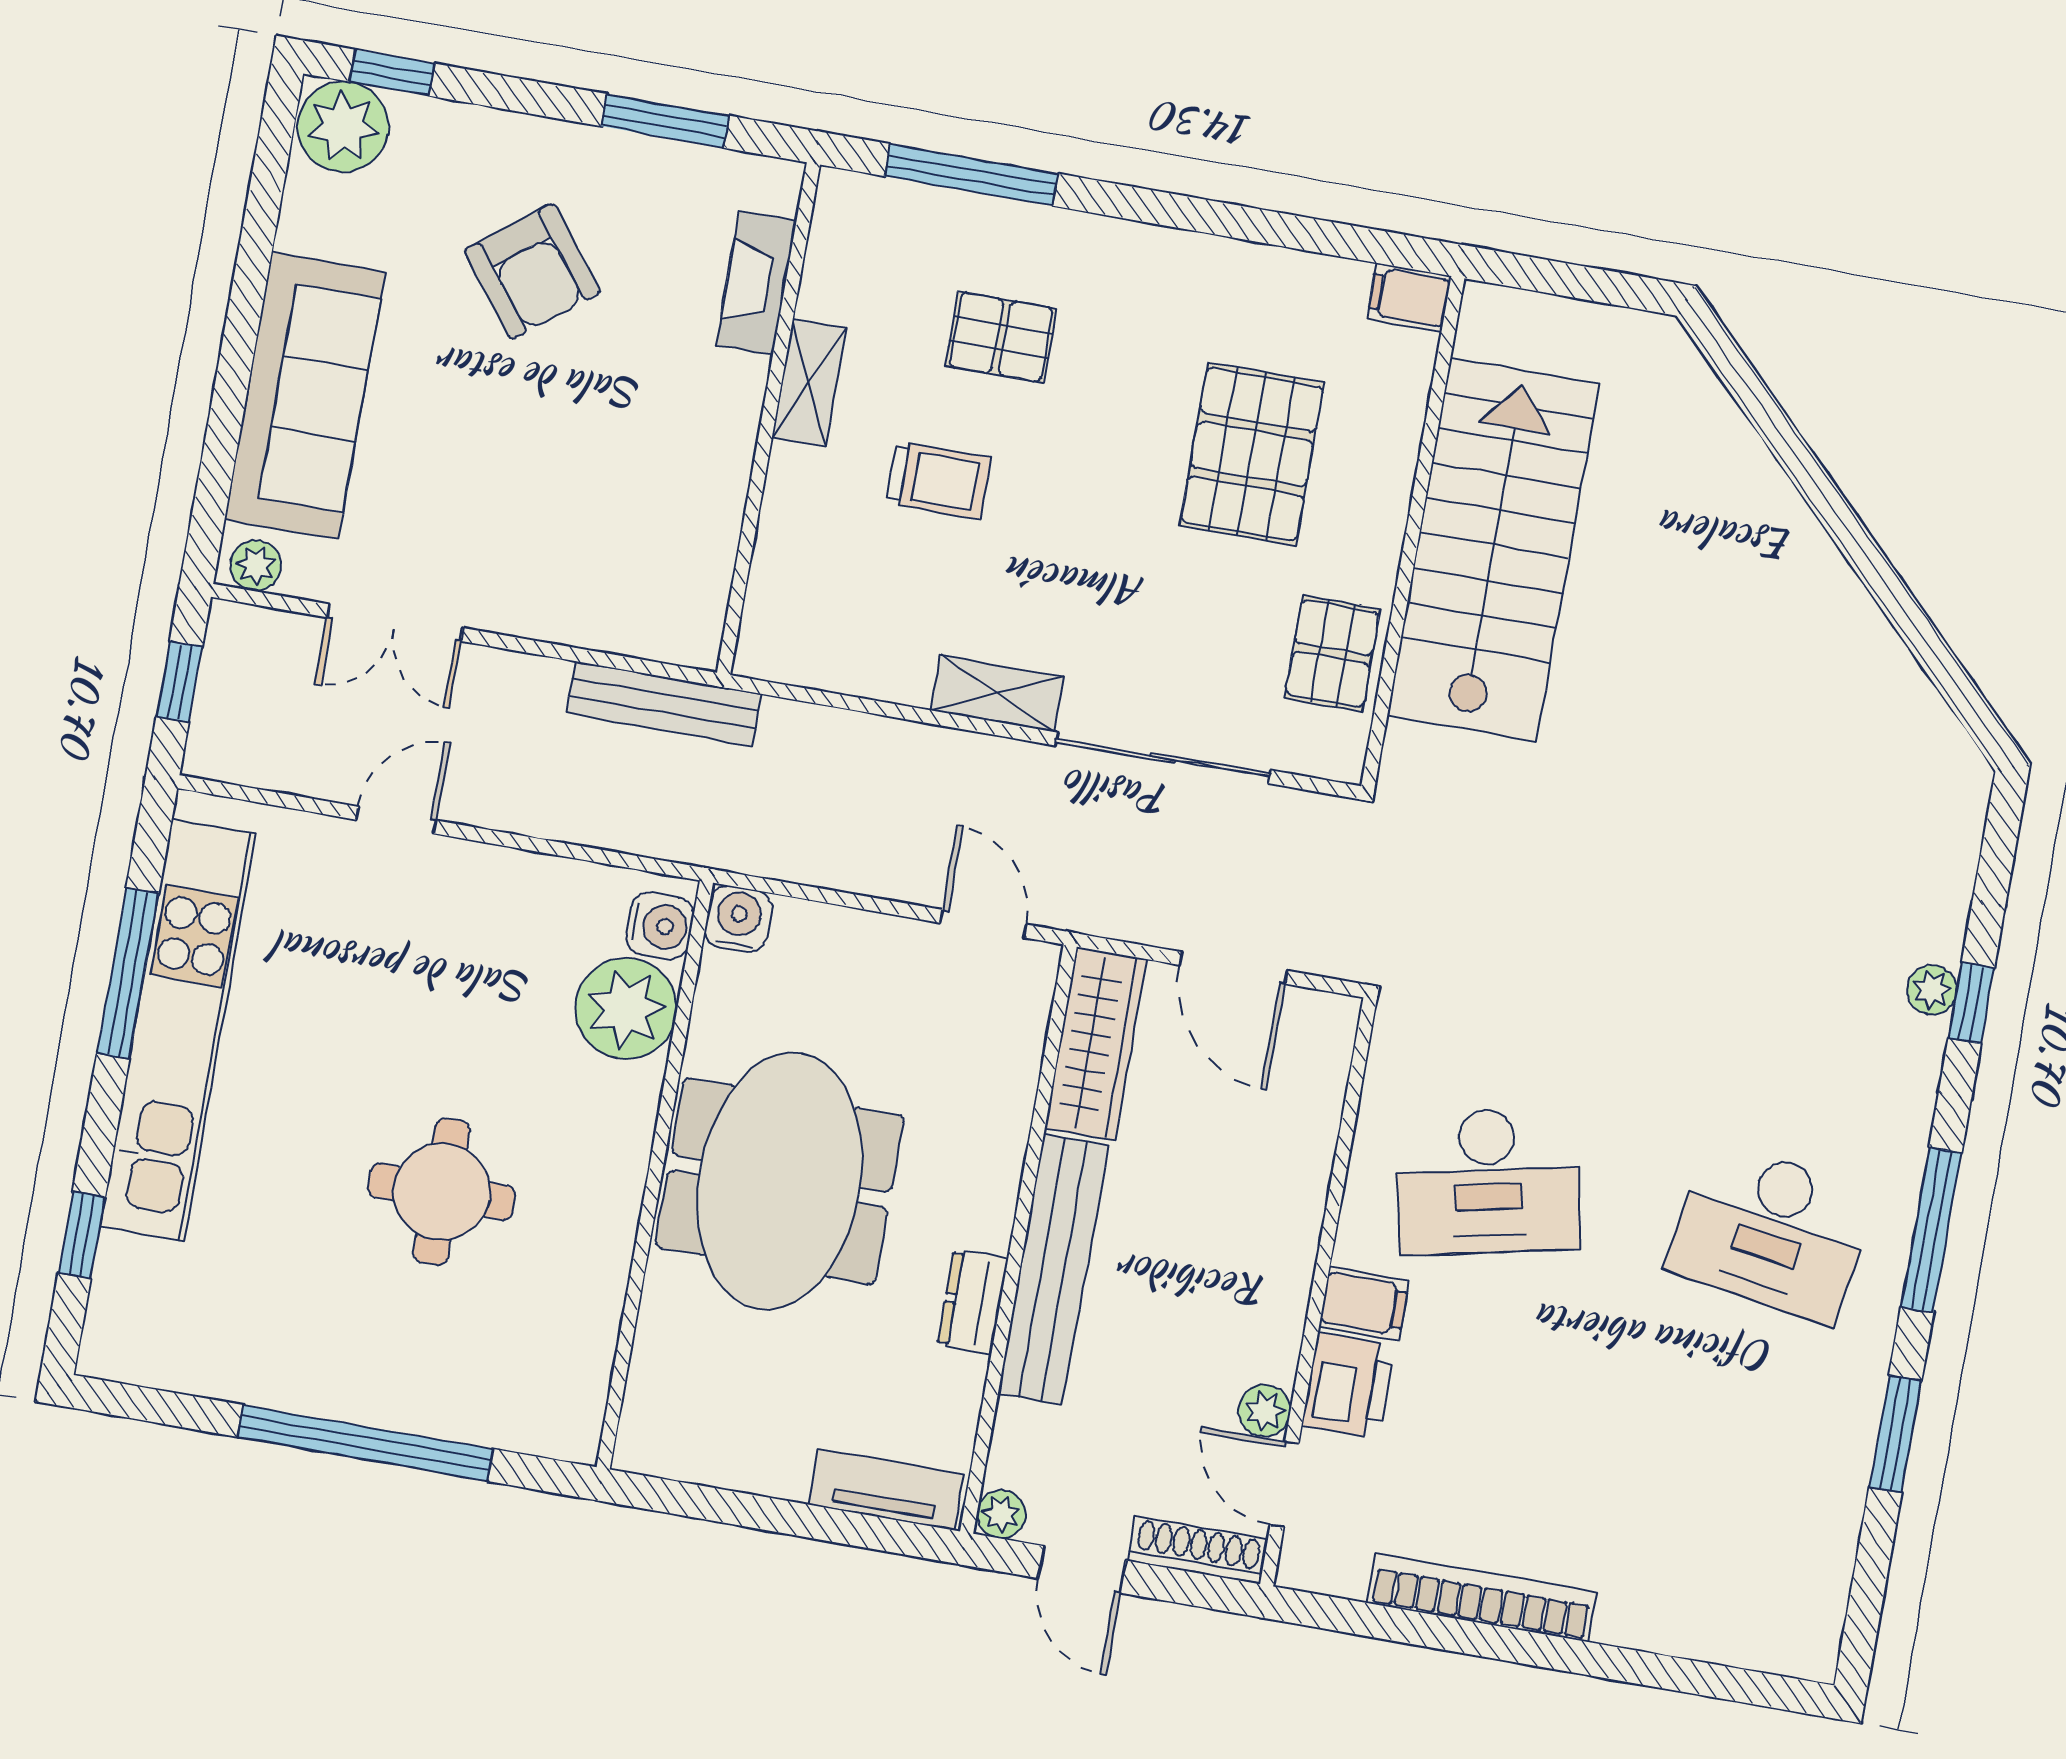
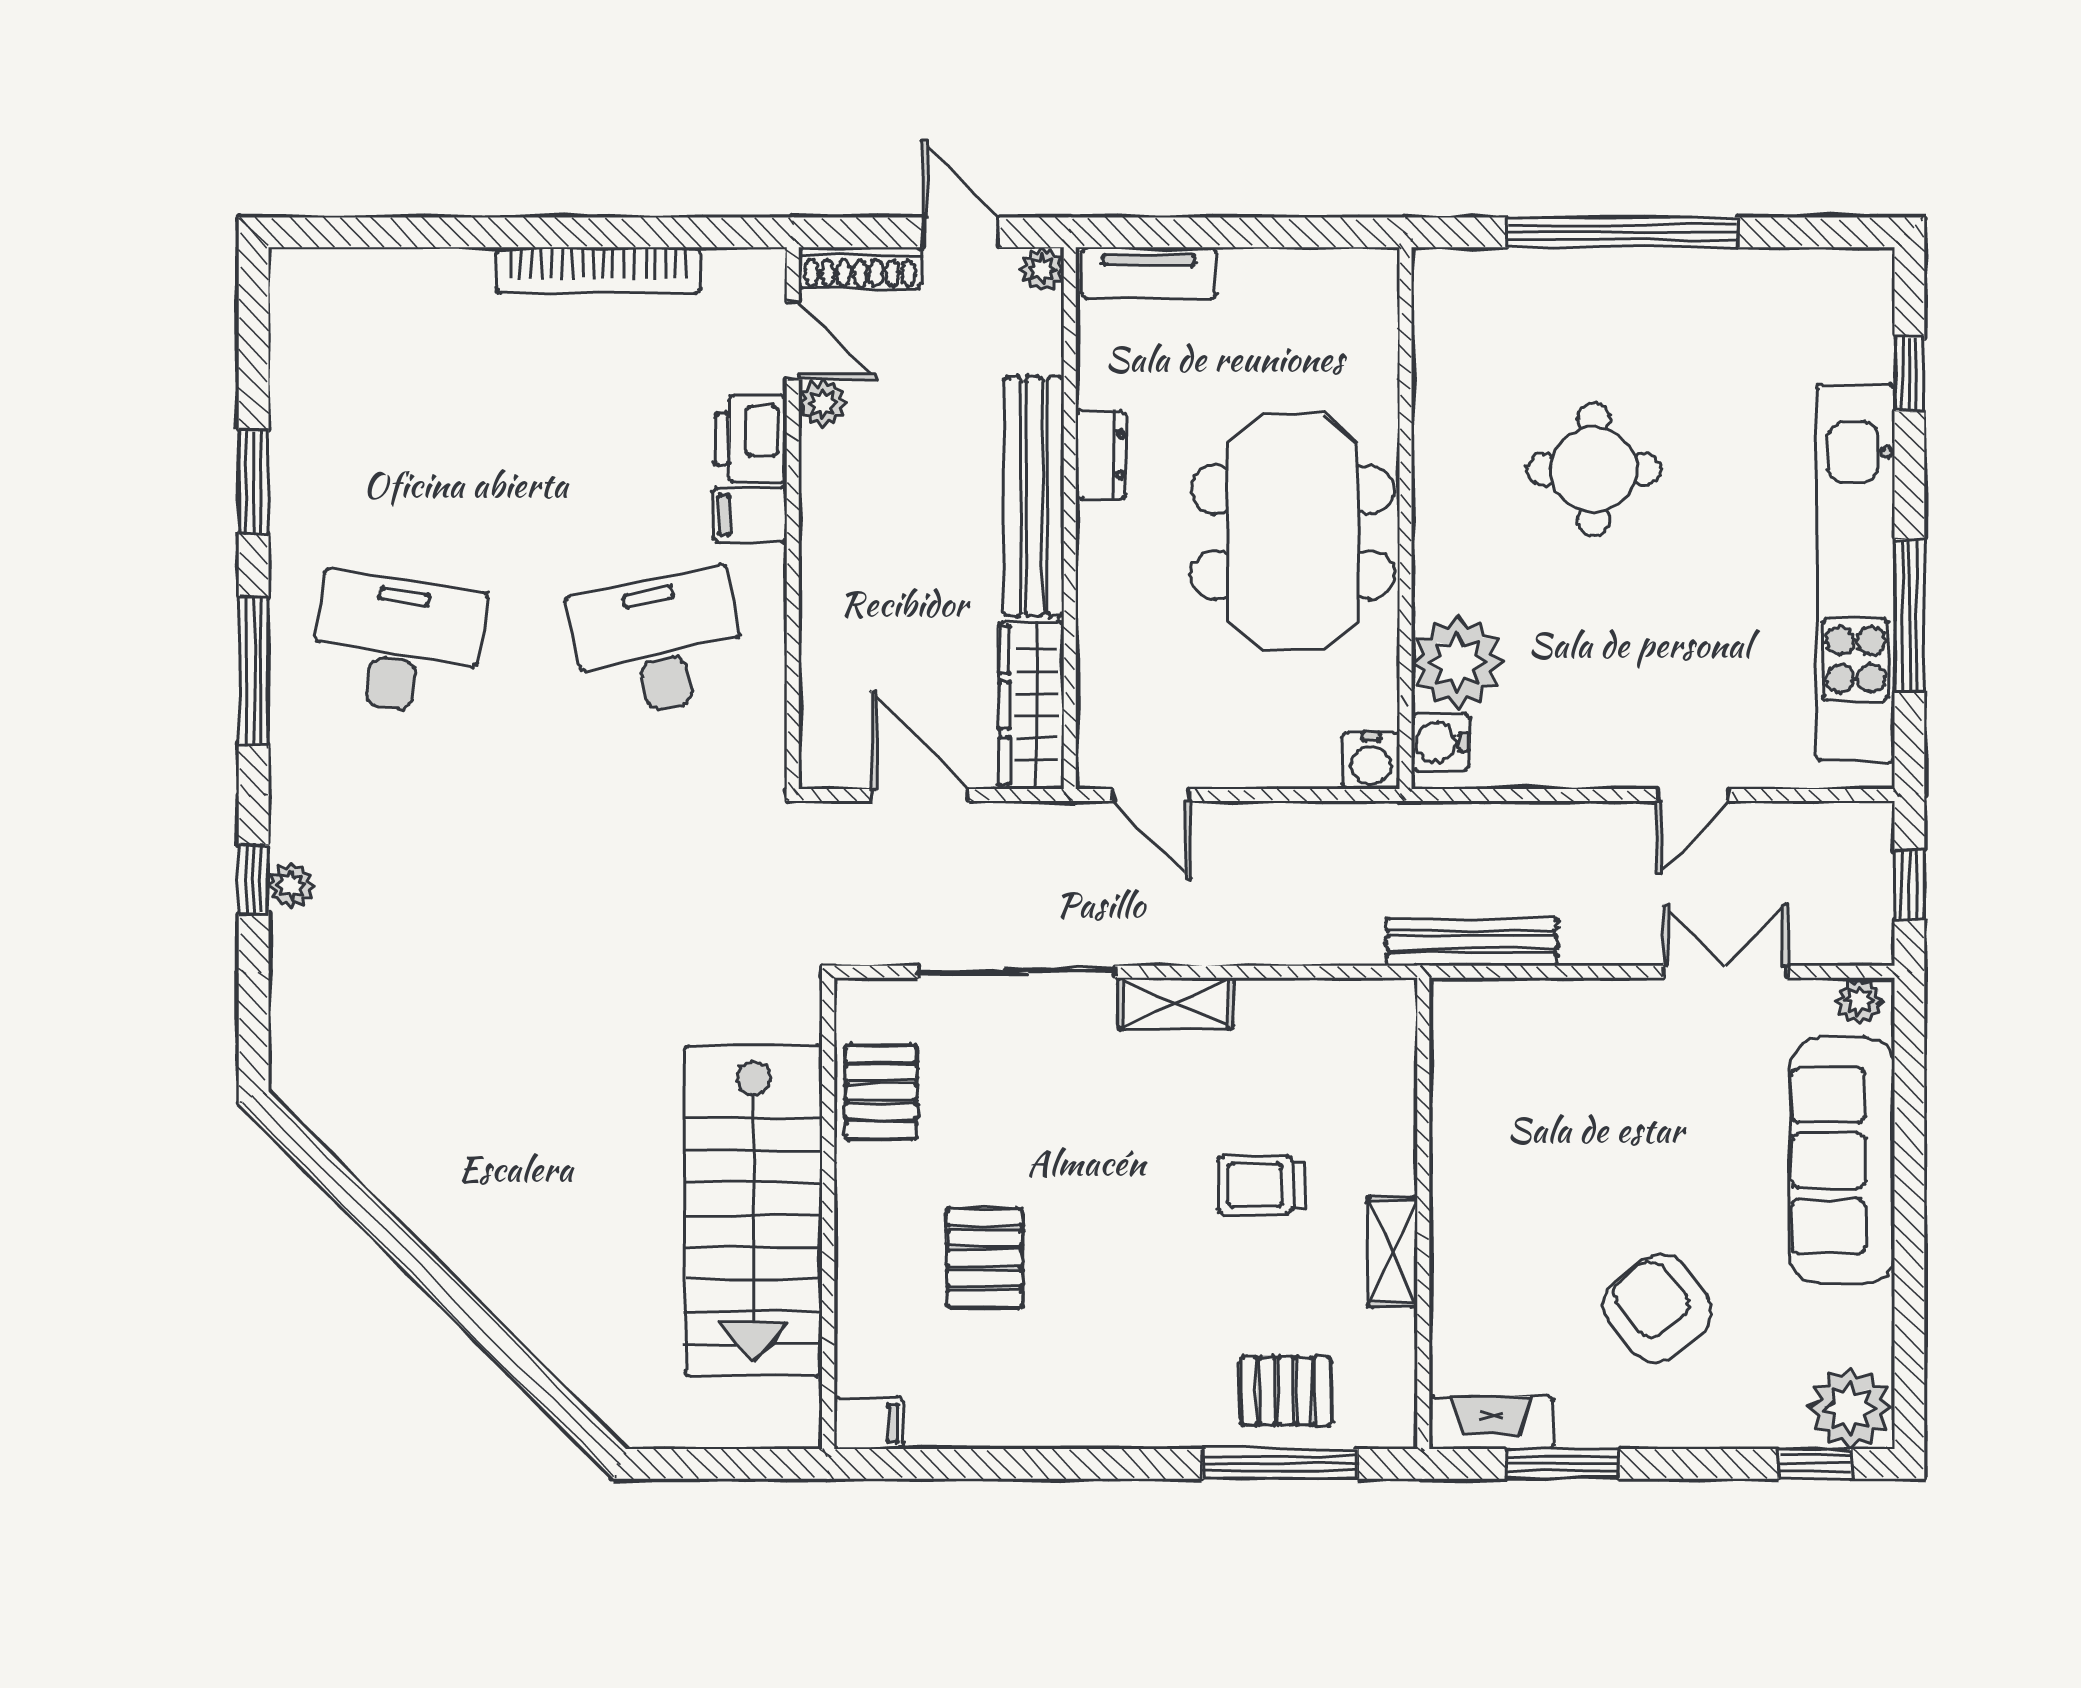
fireplace: (756, 283) -> (1491, 1423), moved, turned -90
pallet: (1001, 337) -> (1286, 1391), moved
pallet: (1252, 454) -> (985, 1258), width x0.67, depth x0.71

